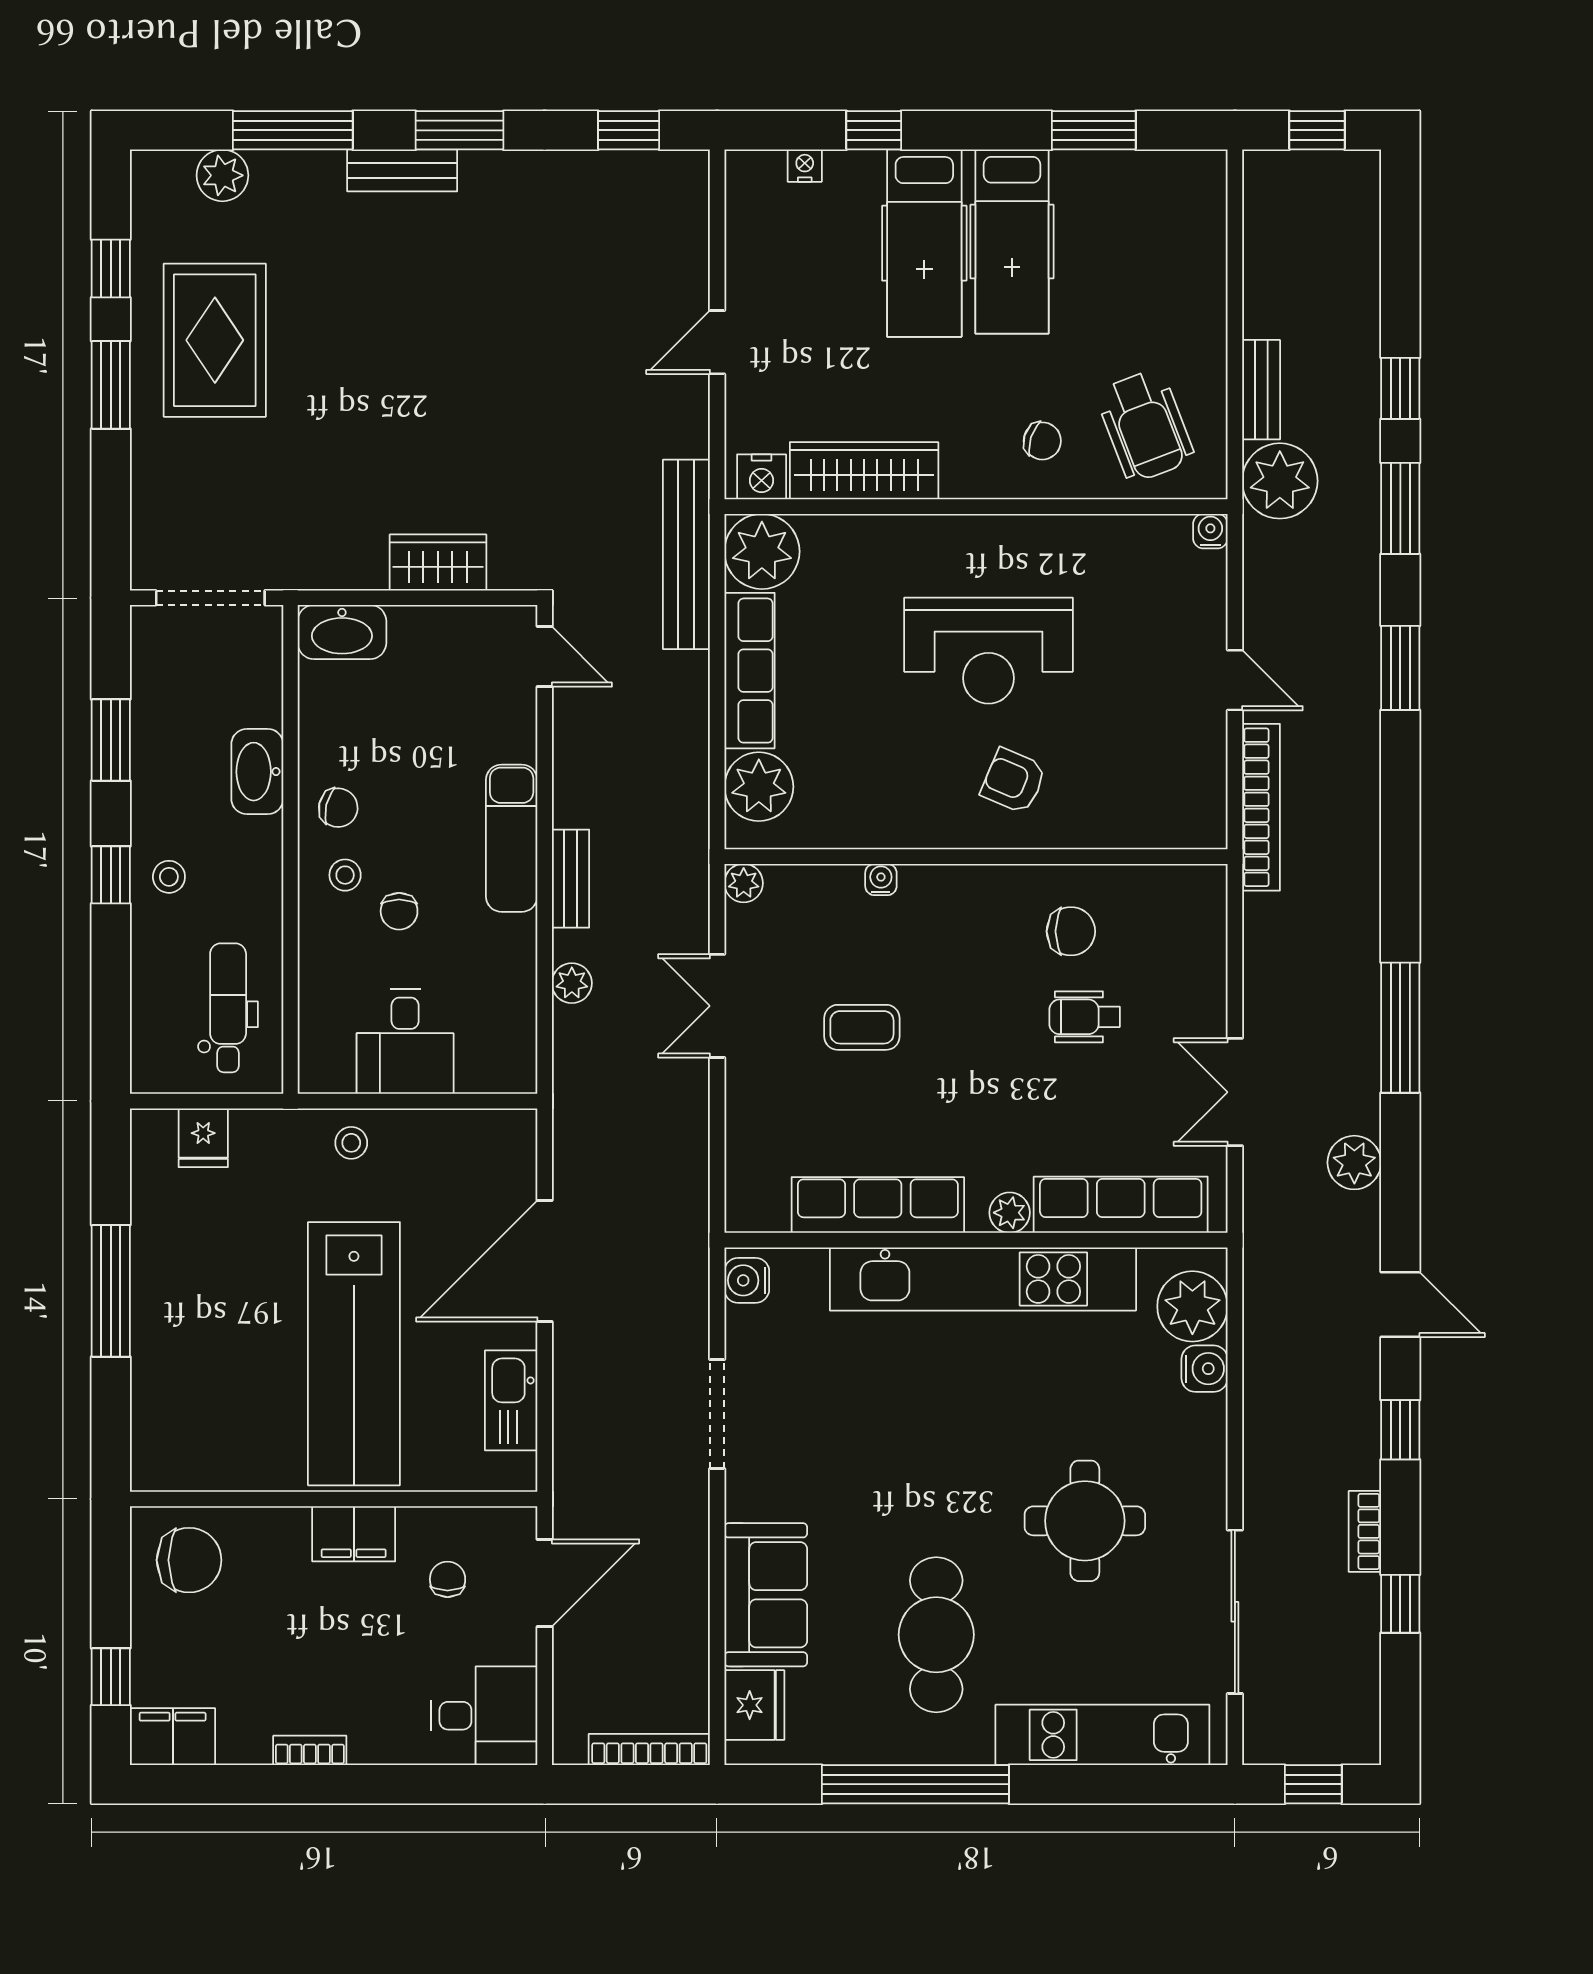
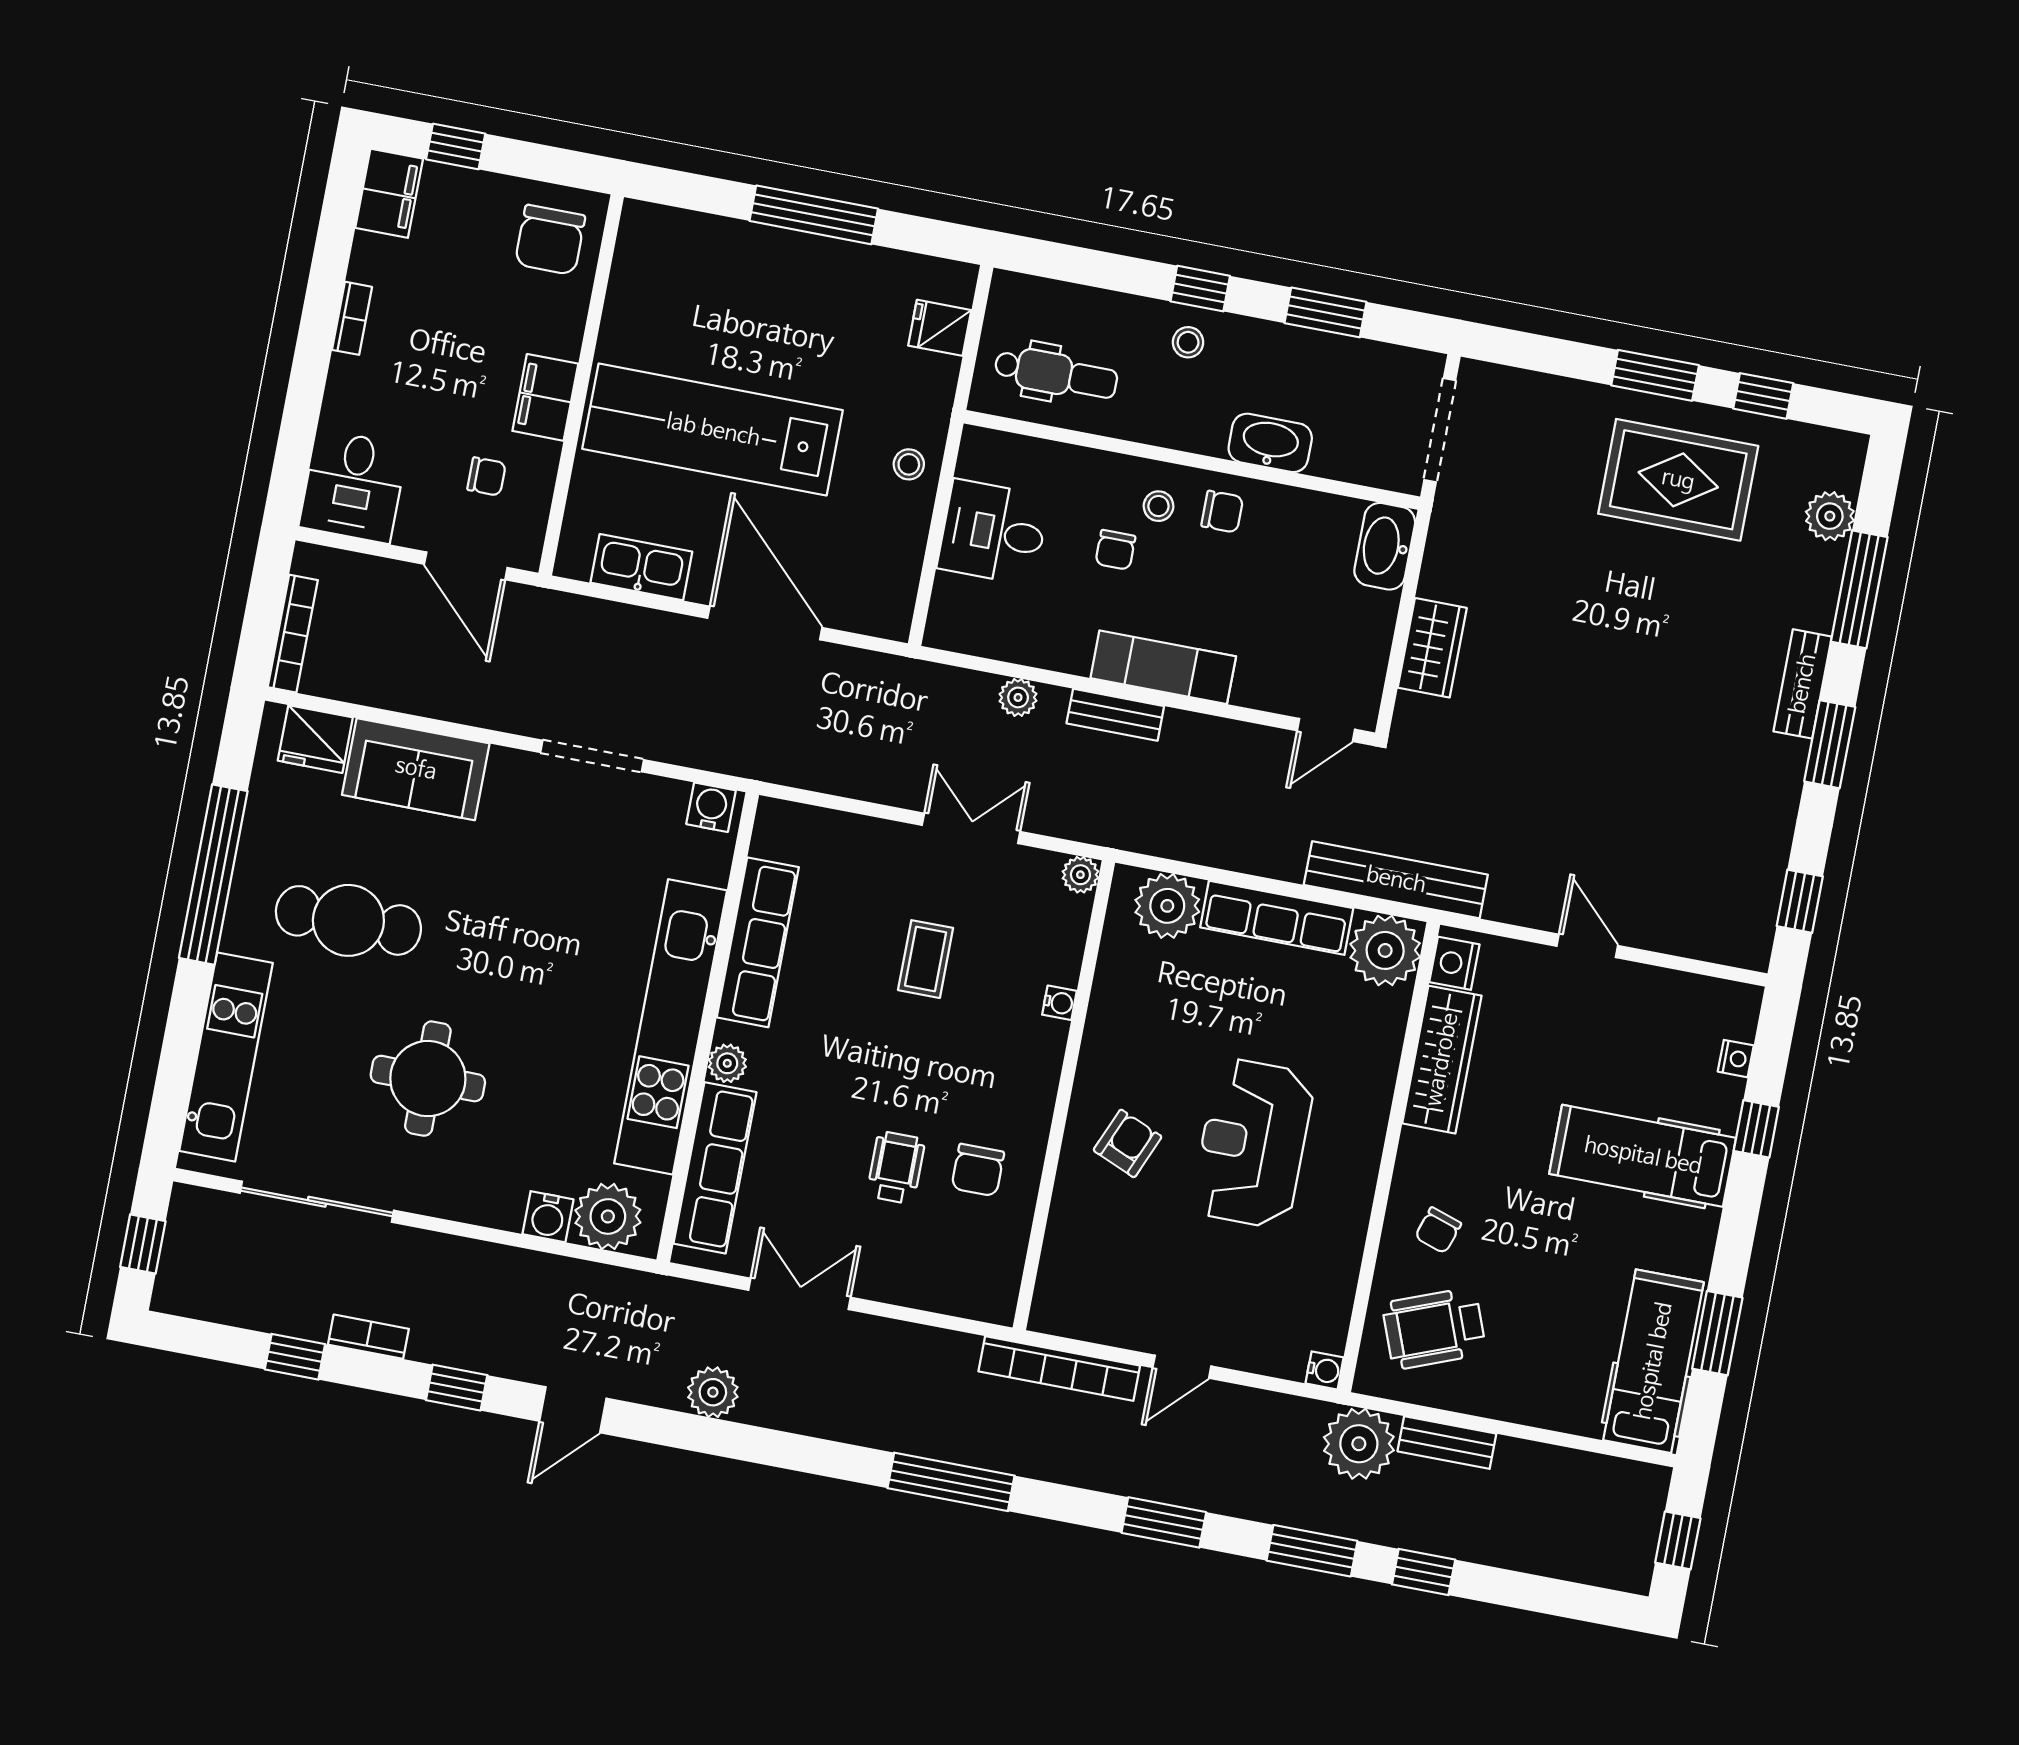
hospital bed: (1012, 242) -> (1654, 1361), moved, turned 90
chair: (338, 808) -> (1222, 512), turned -103
chair: (399, 911) -> (1115, 550), turned -90
window: (1400, 1028) -> (951, 1482), moved

